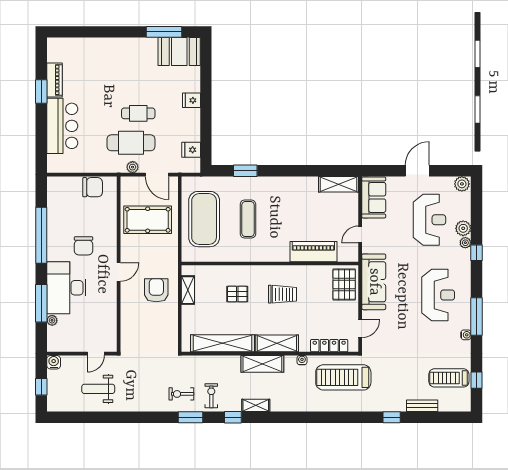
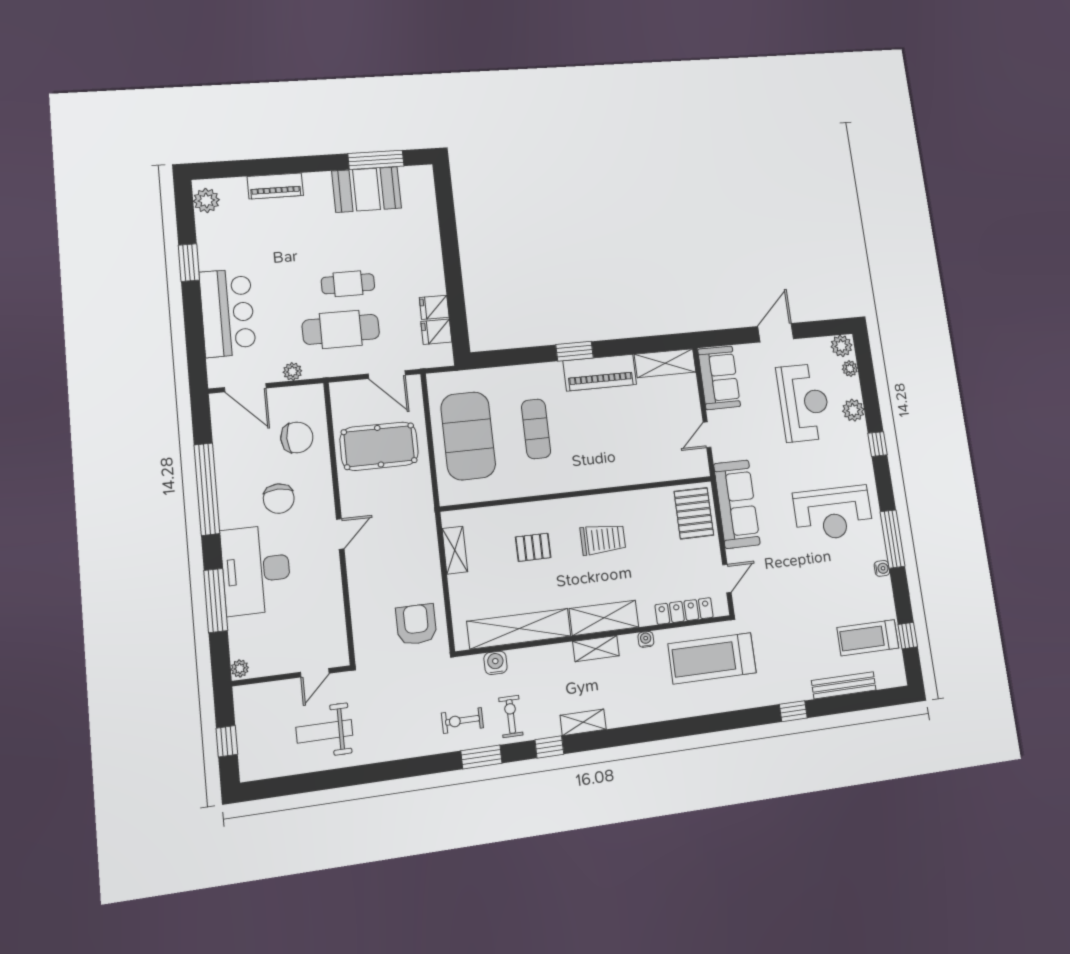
plant: (55, 52) -> (206, 200), added
booth: (179, 52) -> (367, 190), moved
piano: (54, 80) -> (275, 186), moved, turned 90
fridge: (191, 100) -> (434, 307), moved
plant: (133, 167) -> (292, 372), moved
window: (245, 171) -> (575, 351), moved
door: (69, 175) -> (245, 388), added
chair: (93, 187) -> (297, 437), moved
plant: (465, 243) -> (850, 369), moved
piano: (313, 252) -> (600, 373), moved, turned 180
armchair: (156, 290) -> (416, 624), moved
reception desk: (438, 295) -> (833, 513), turned 90
plant: (52, 320) -> (240, 668), moved
water cooler: (54, 362) -> (496, 663), moved
shelving: (262, 364) -> (596, 649), width x0.67, depth x0.75
bench: (422, 406) -> (844, 685), width x1.36

